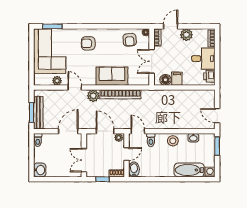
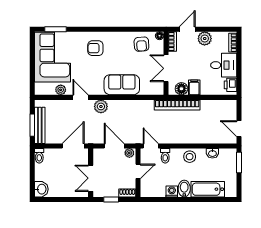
bookcase: (120, 94) -> (177, 105), moved
bidet: (134, 169) -> (184, 189), moved
washing machine: (210, 172) -> (172, 191), moved

